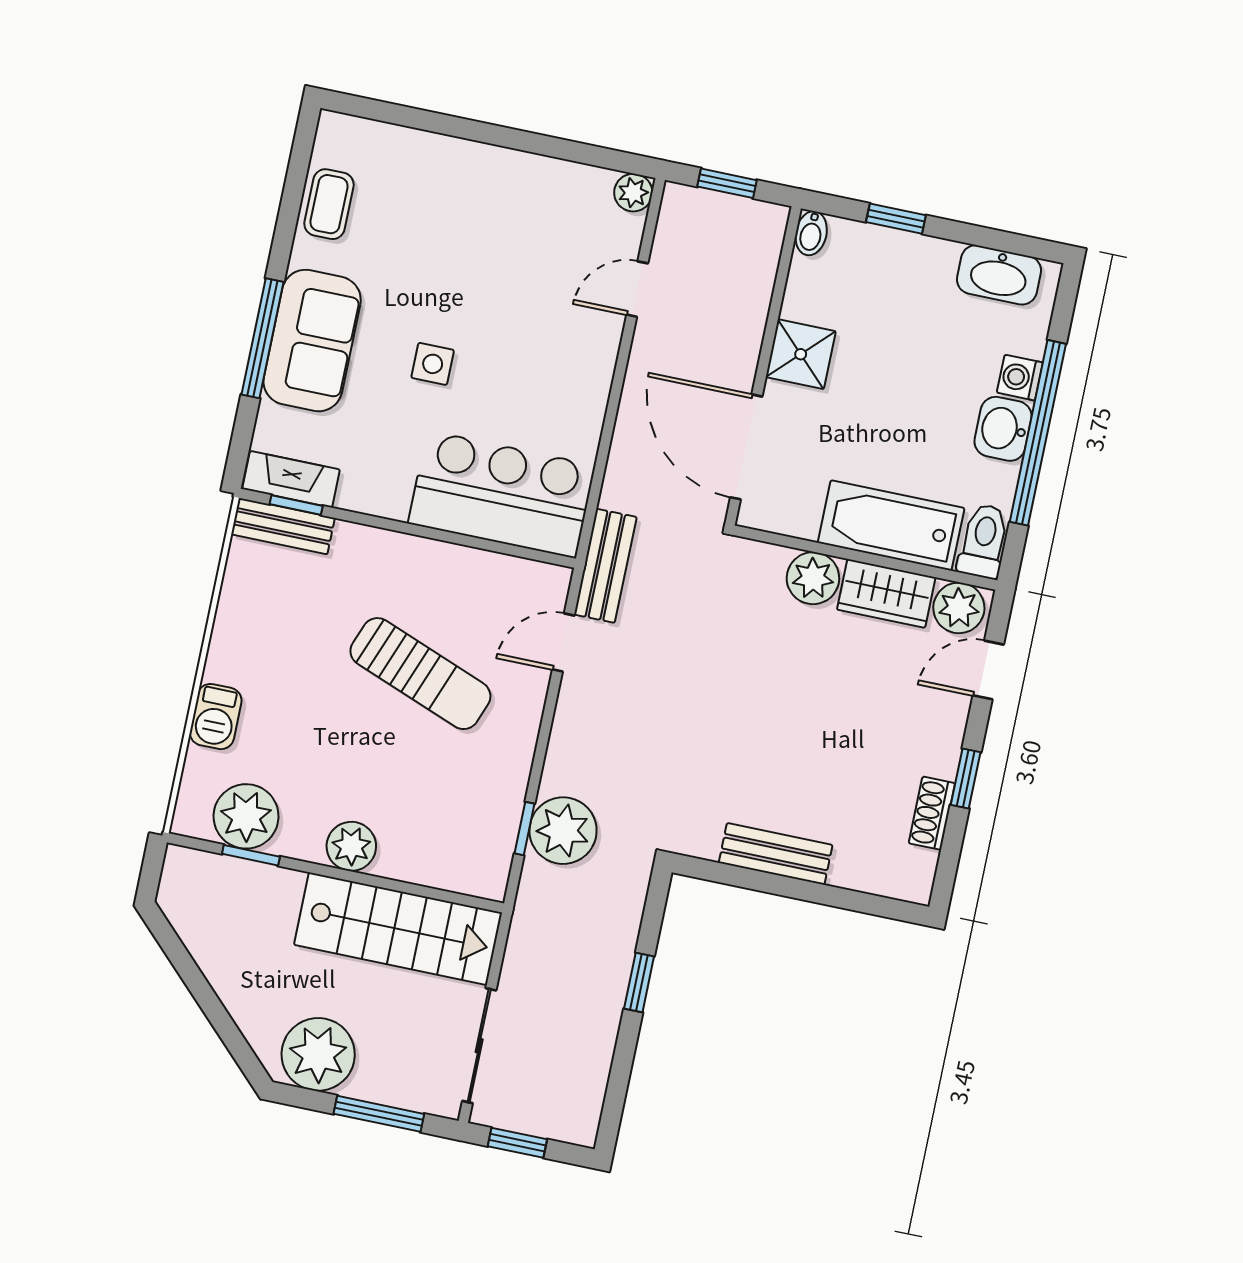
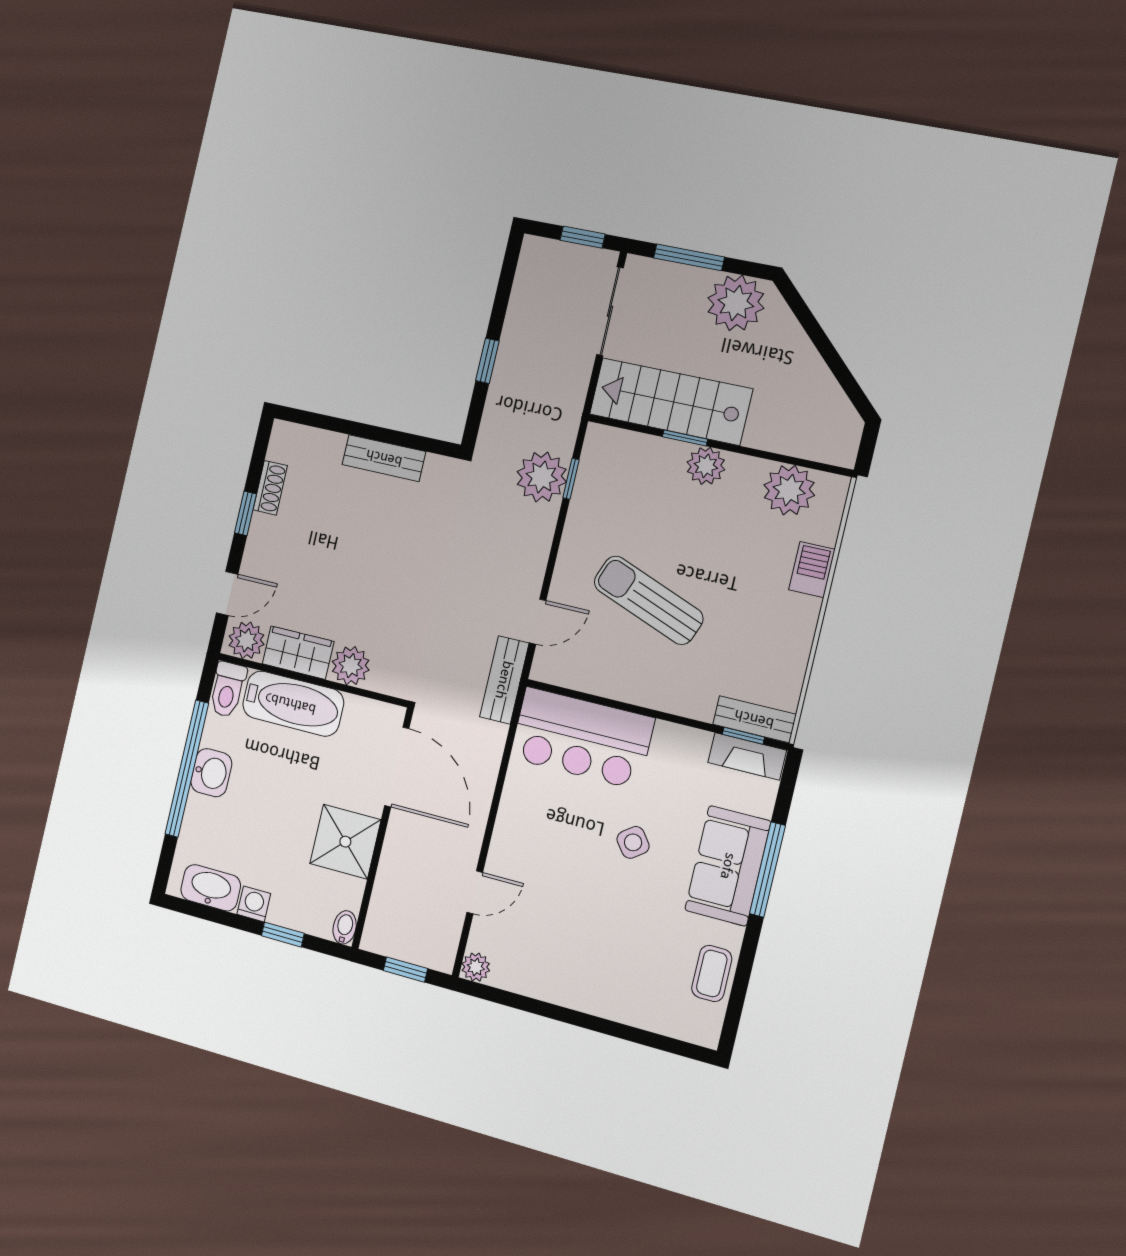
shower: (801, 354) -> (345, 842), width x1.36, depth x1.36
side table: (433, 364) -> (633, 842), turned -37
washing machine: (1020, 378) -> (254, 904), moved, turned -90
window: (251, 855) -> (685, 438), moved

